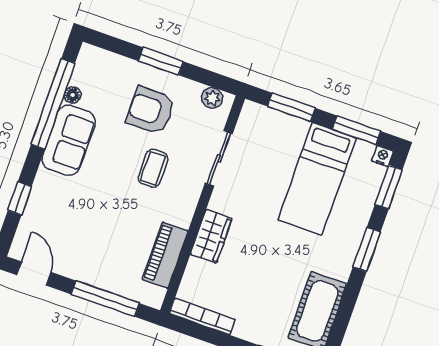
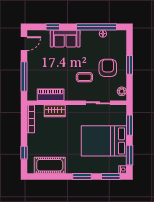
sofa: (69, 140) -> (65, 39), moved
bed: (317, 179) -> (104, 141), width x1.50
wardrobe: (211, 236) -> (55, 111), moved

